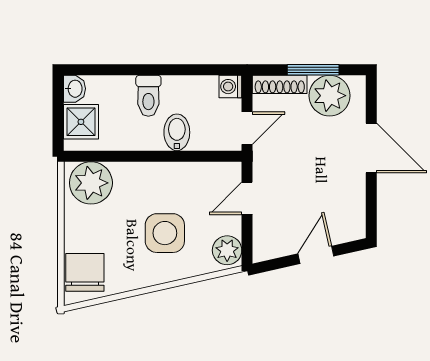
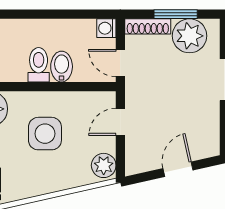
toilet: (148, 96) -> (39, 65), moved, turned 180
door: (247, 128) -> (120, 63), swing flipped
side table: (165, 233) -> (45, 134), moved

